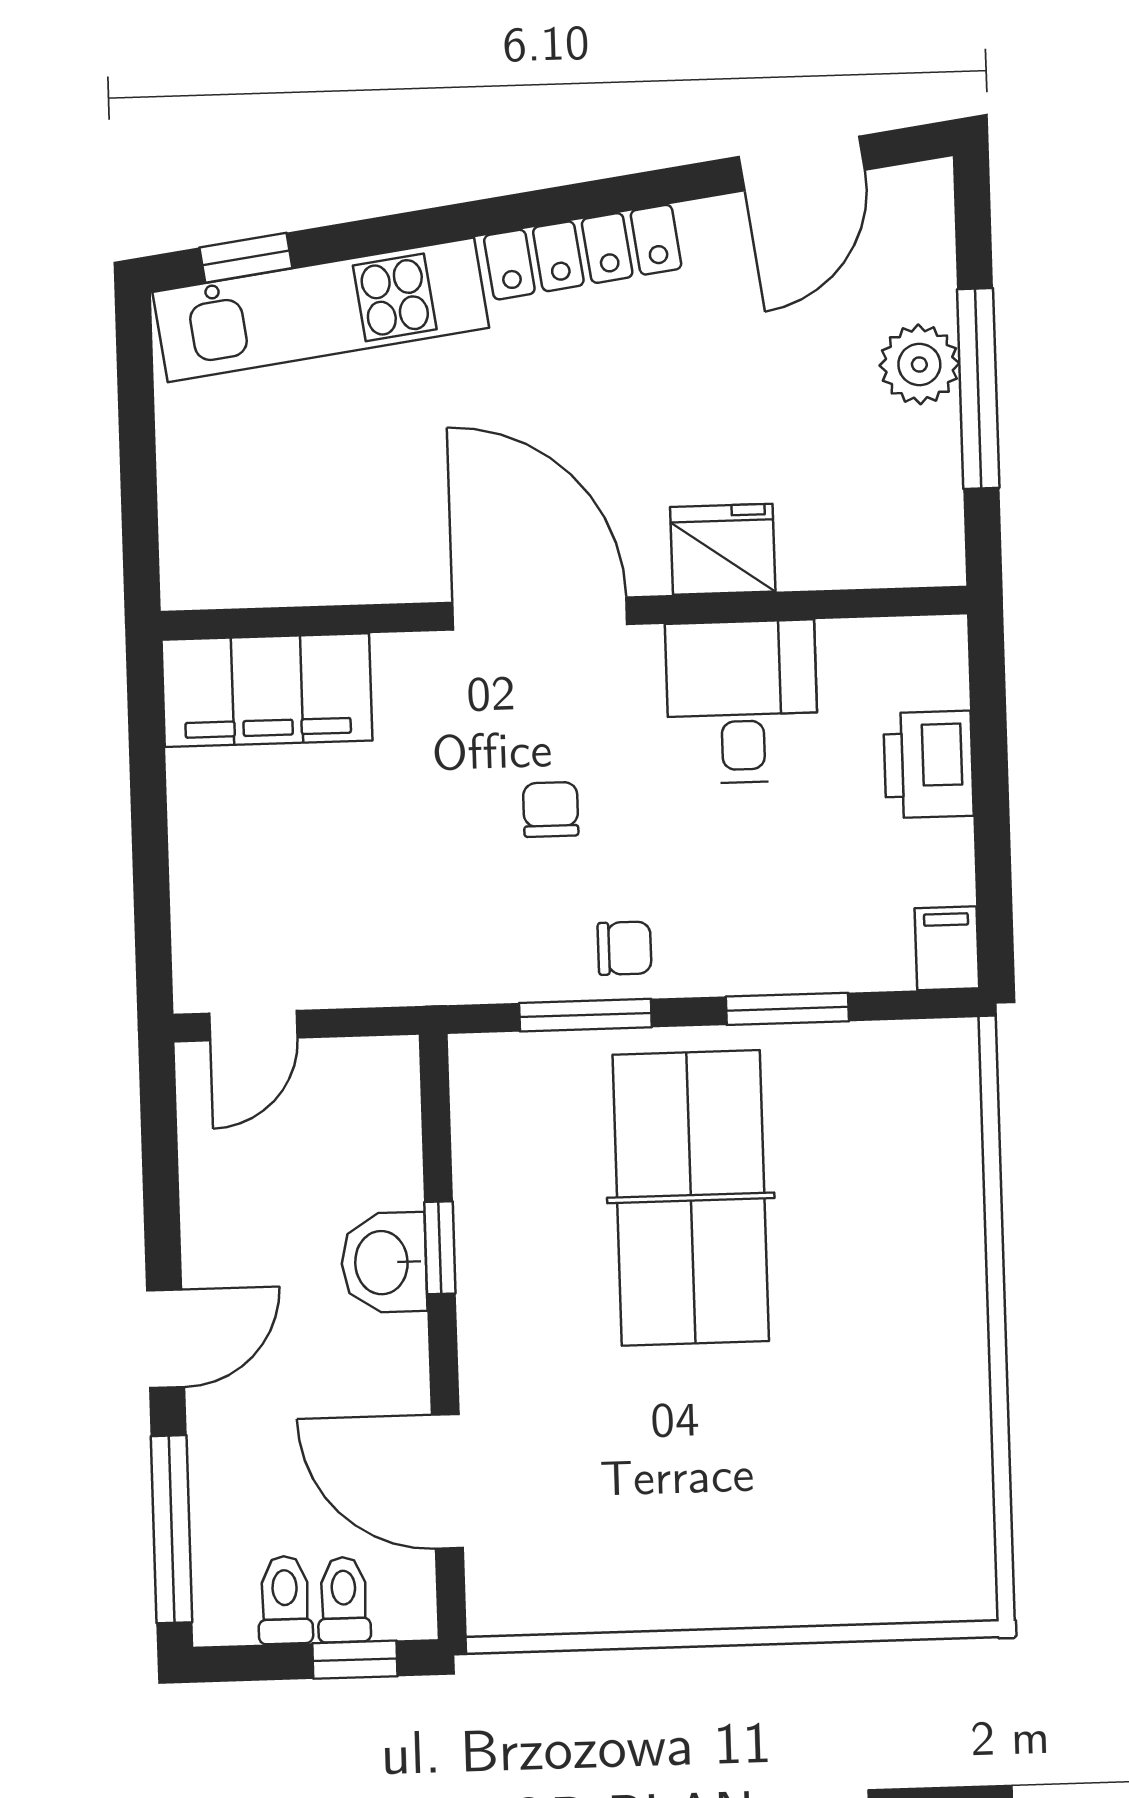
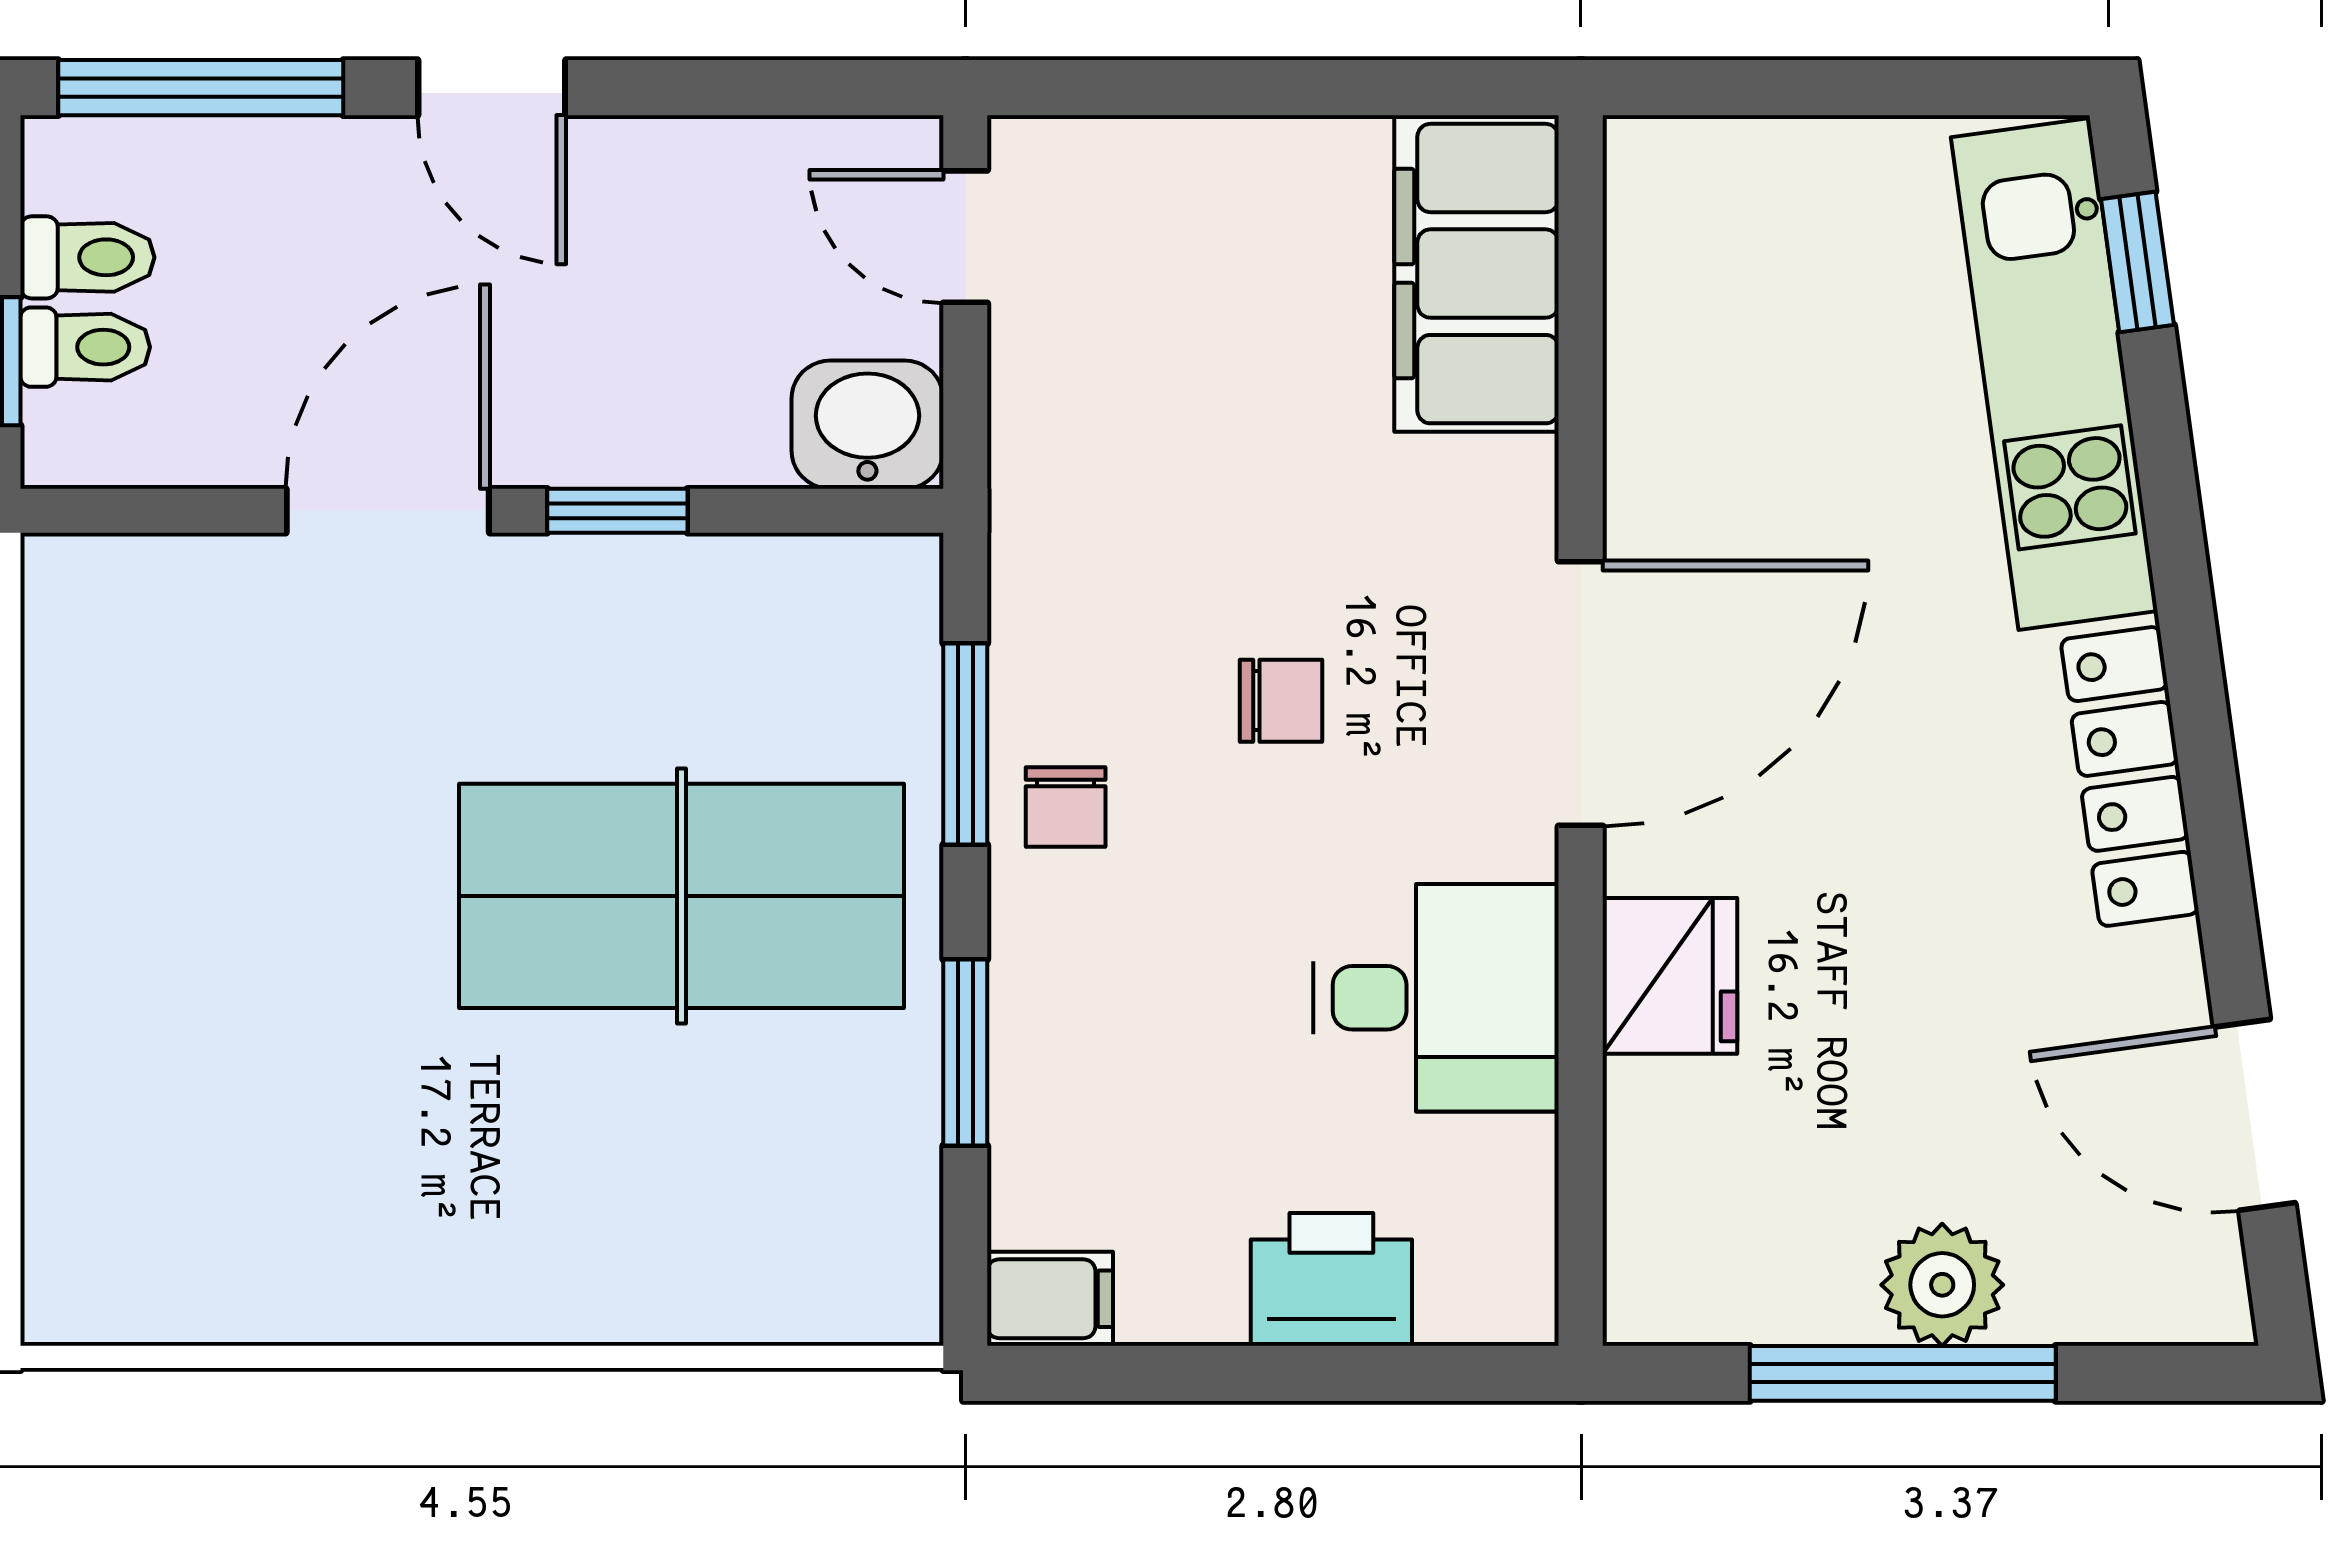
washbasin: (384, 1263) -> (867, 425), moved
door: (447, 1481) -> (388, 511), moved

